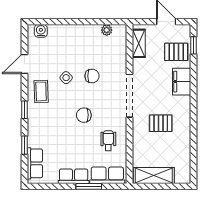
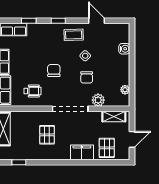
water cooler: (41, 31) -> (124, 49), moved
window: (193, 45) -> (19, 162), moved
plant: (119, 62) -> (98, 100), added

